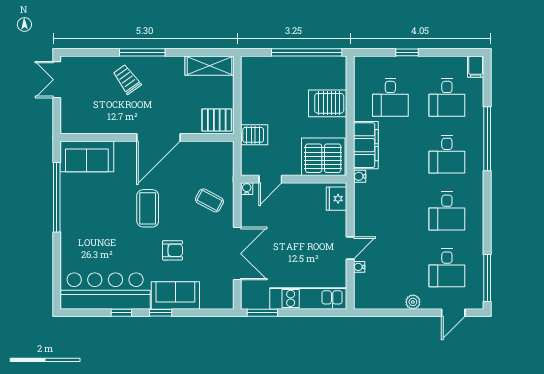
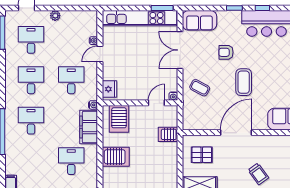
desk: (447, 97) -> (71, 80), moved
pallet: (217, 120) -> (202, 155), moved
server rack: (323, 157) -> (119, 119), width x0.62
sofa: (175, 295) -> (199, 20), moved
kitchen unit: (308, 298) -> (139, 18), width x1.36

